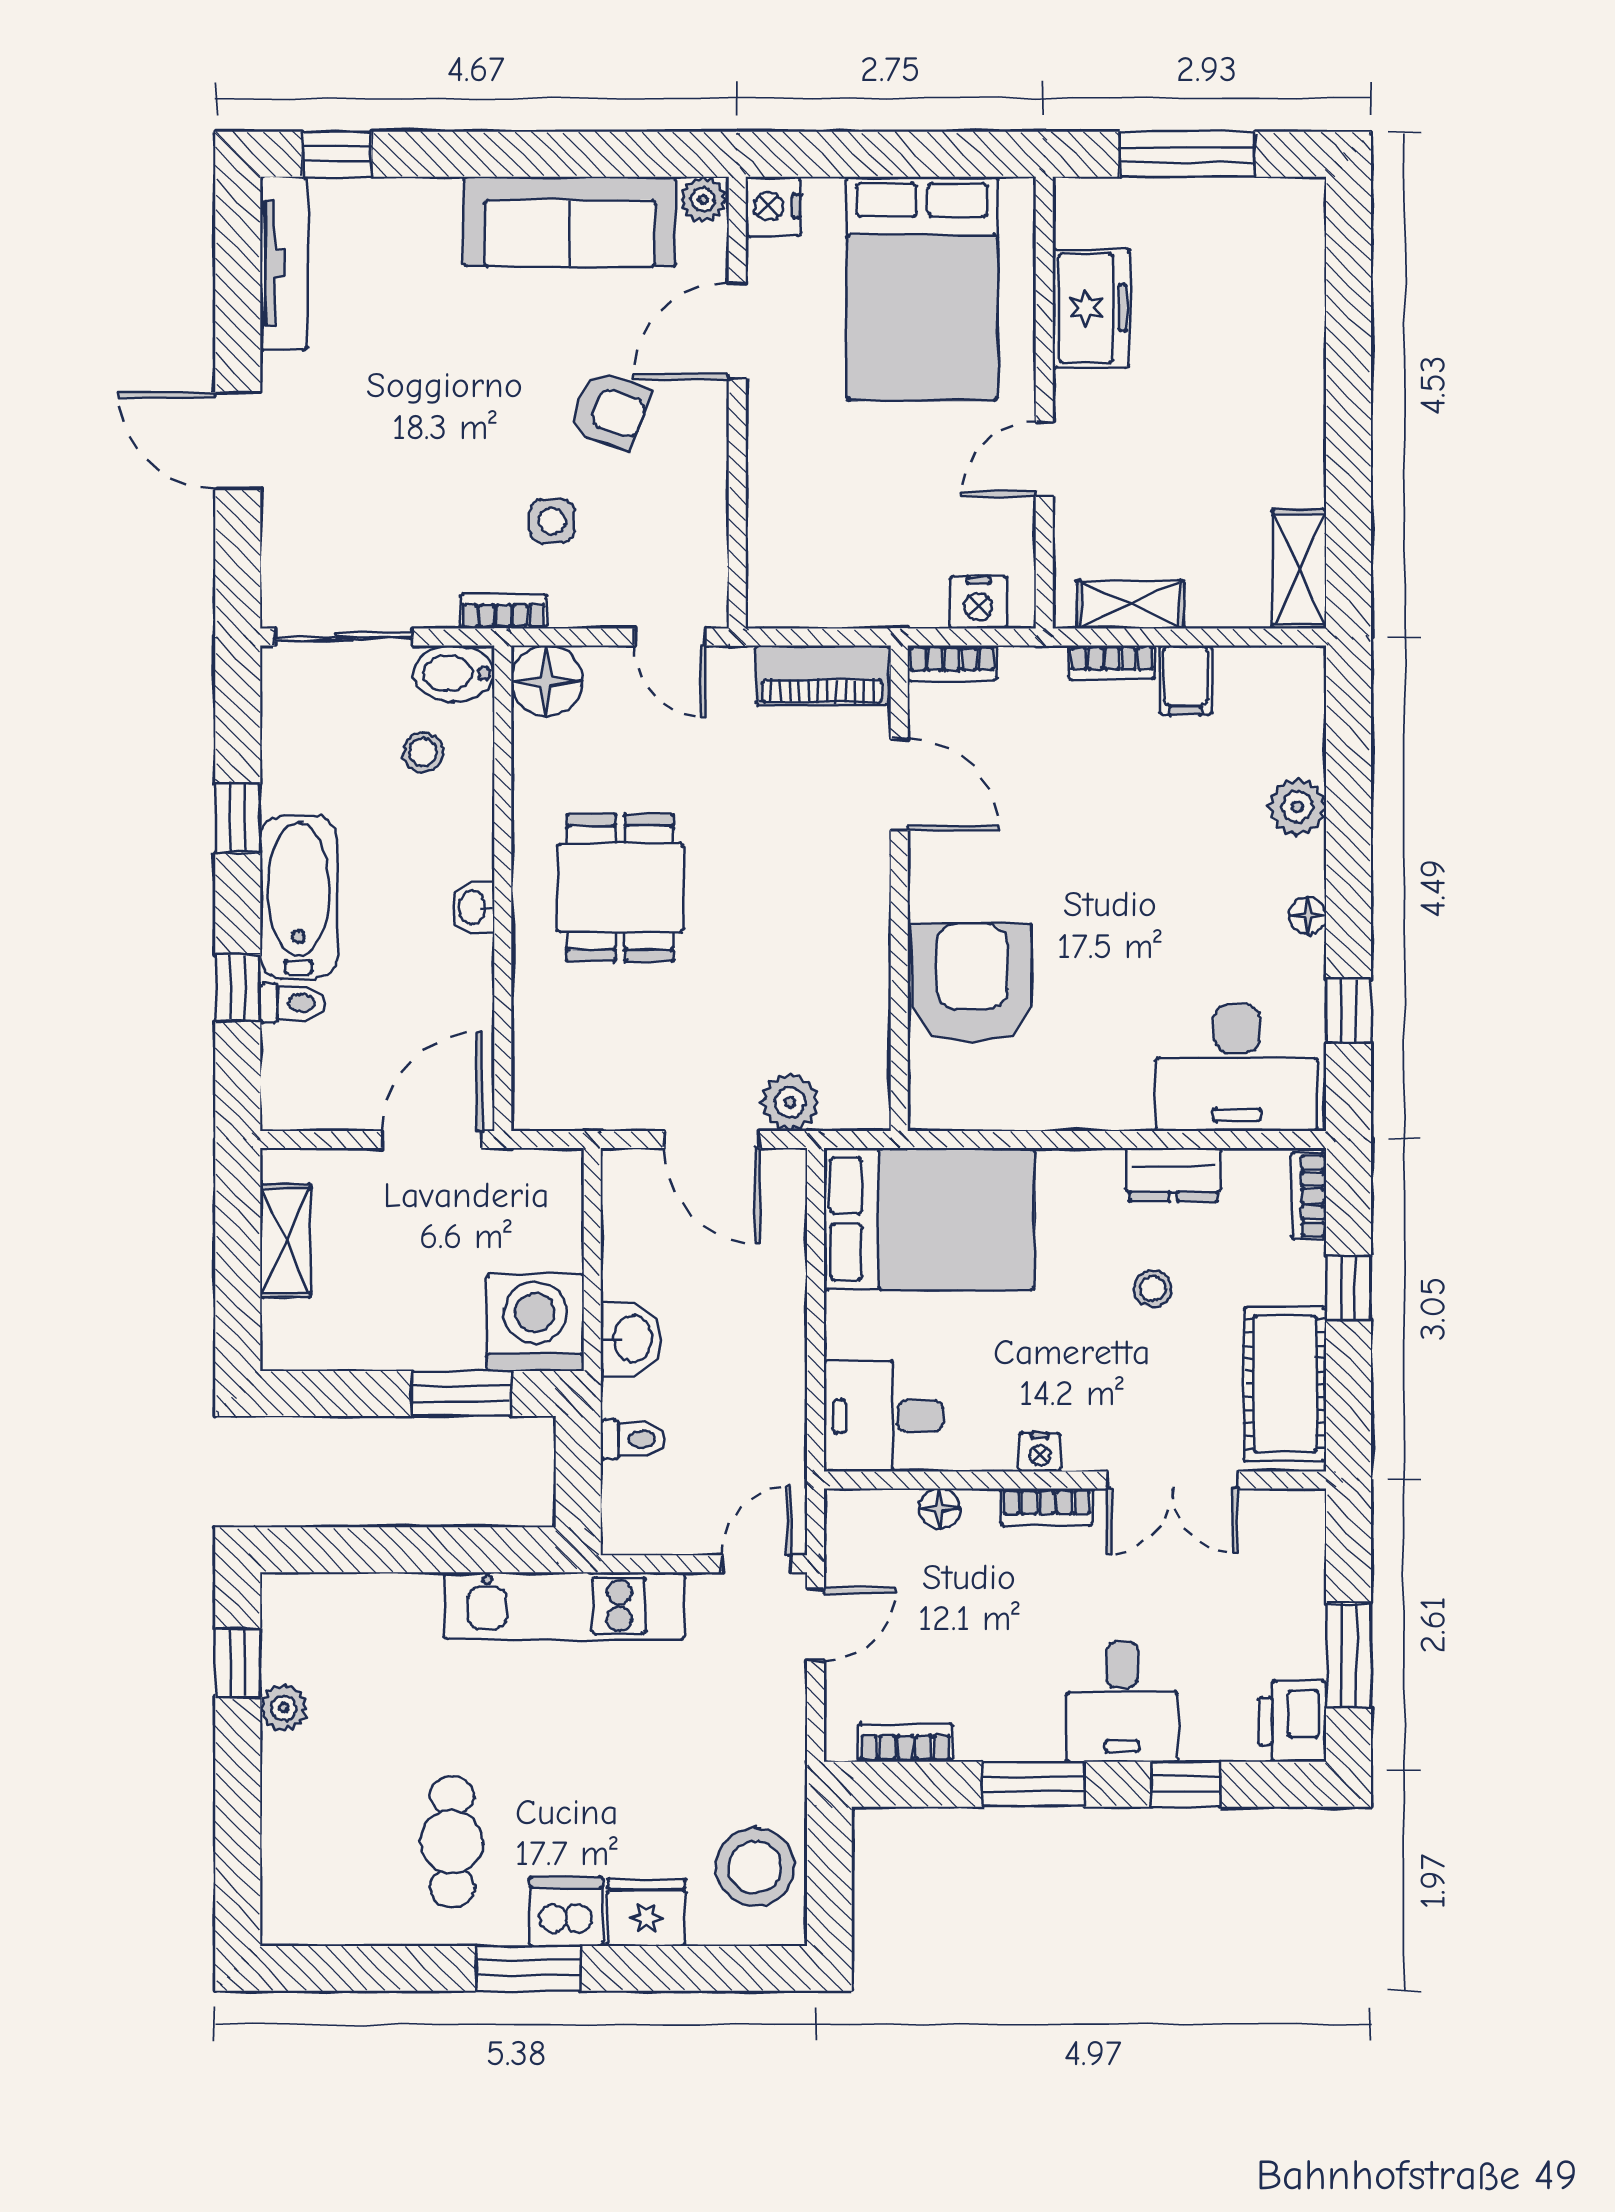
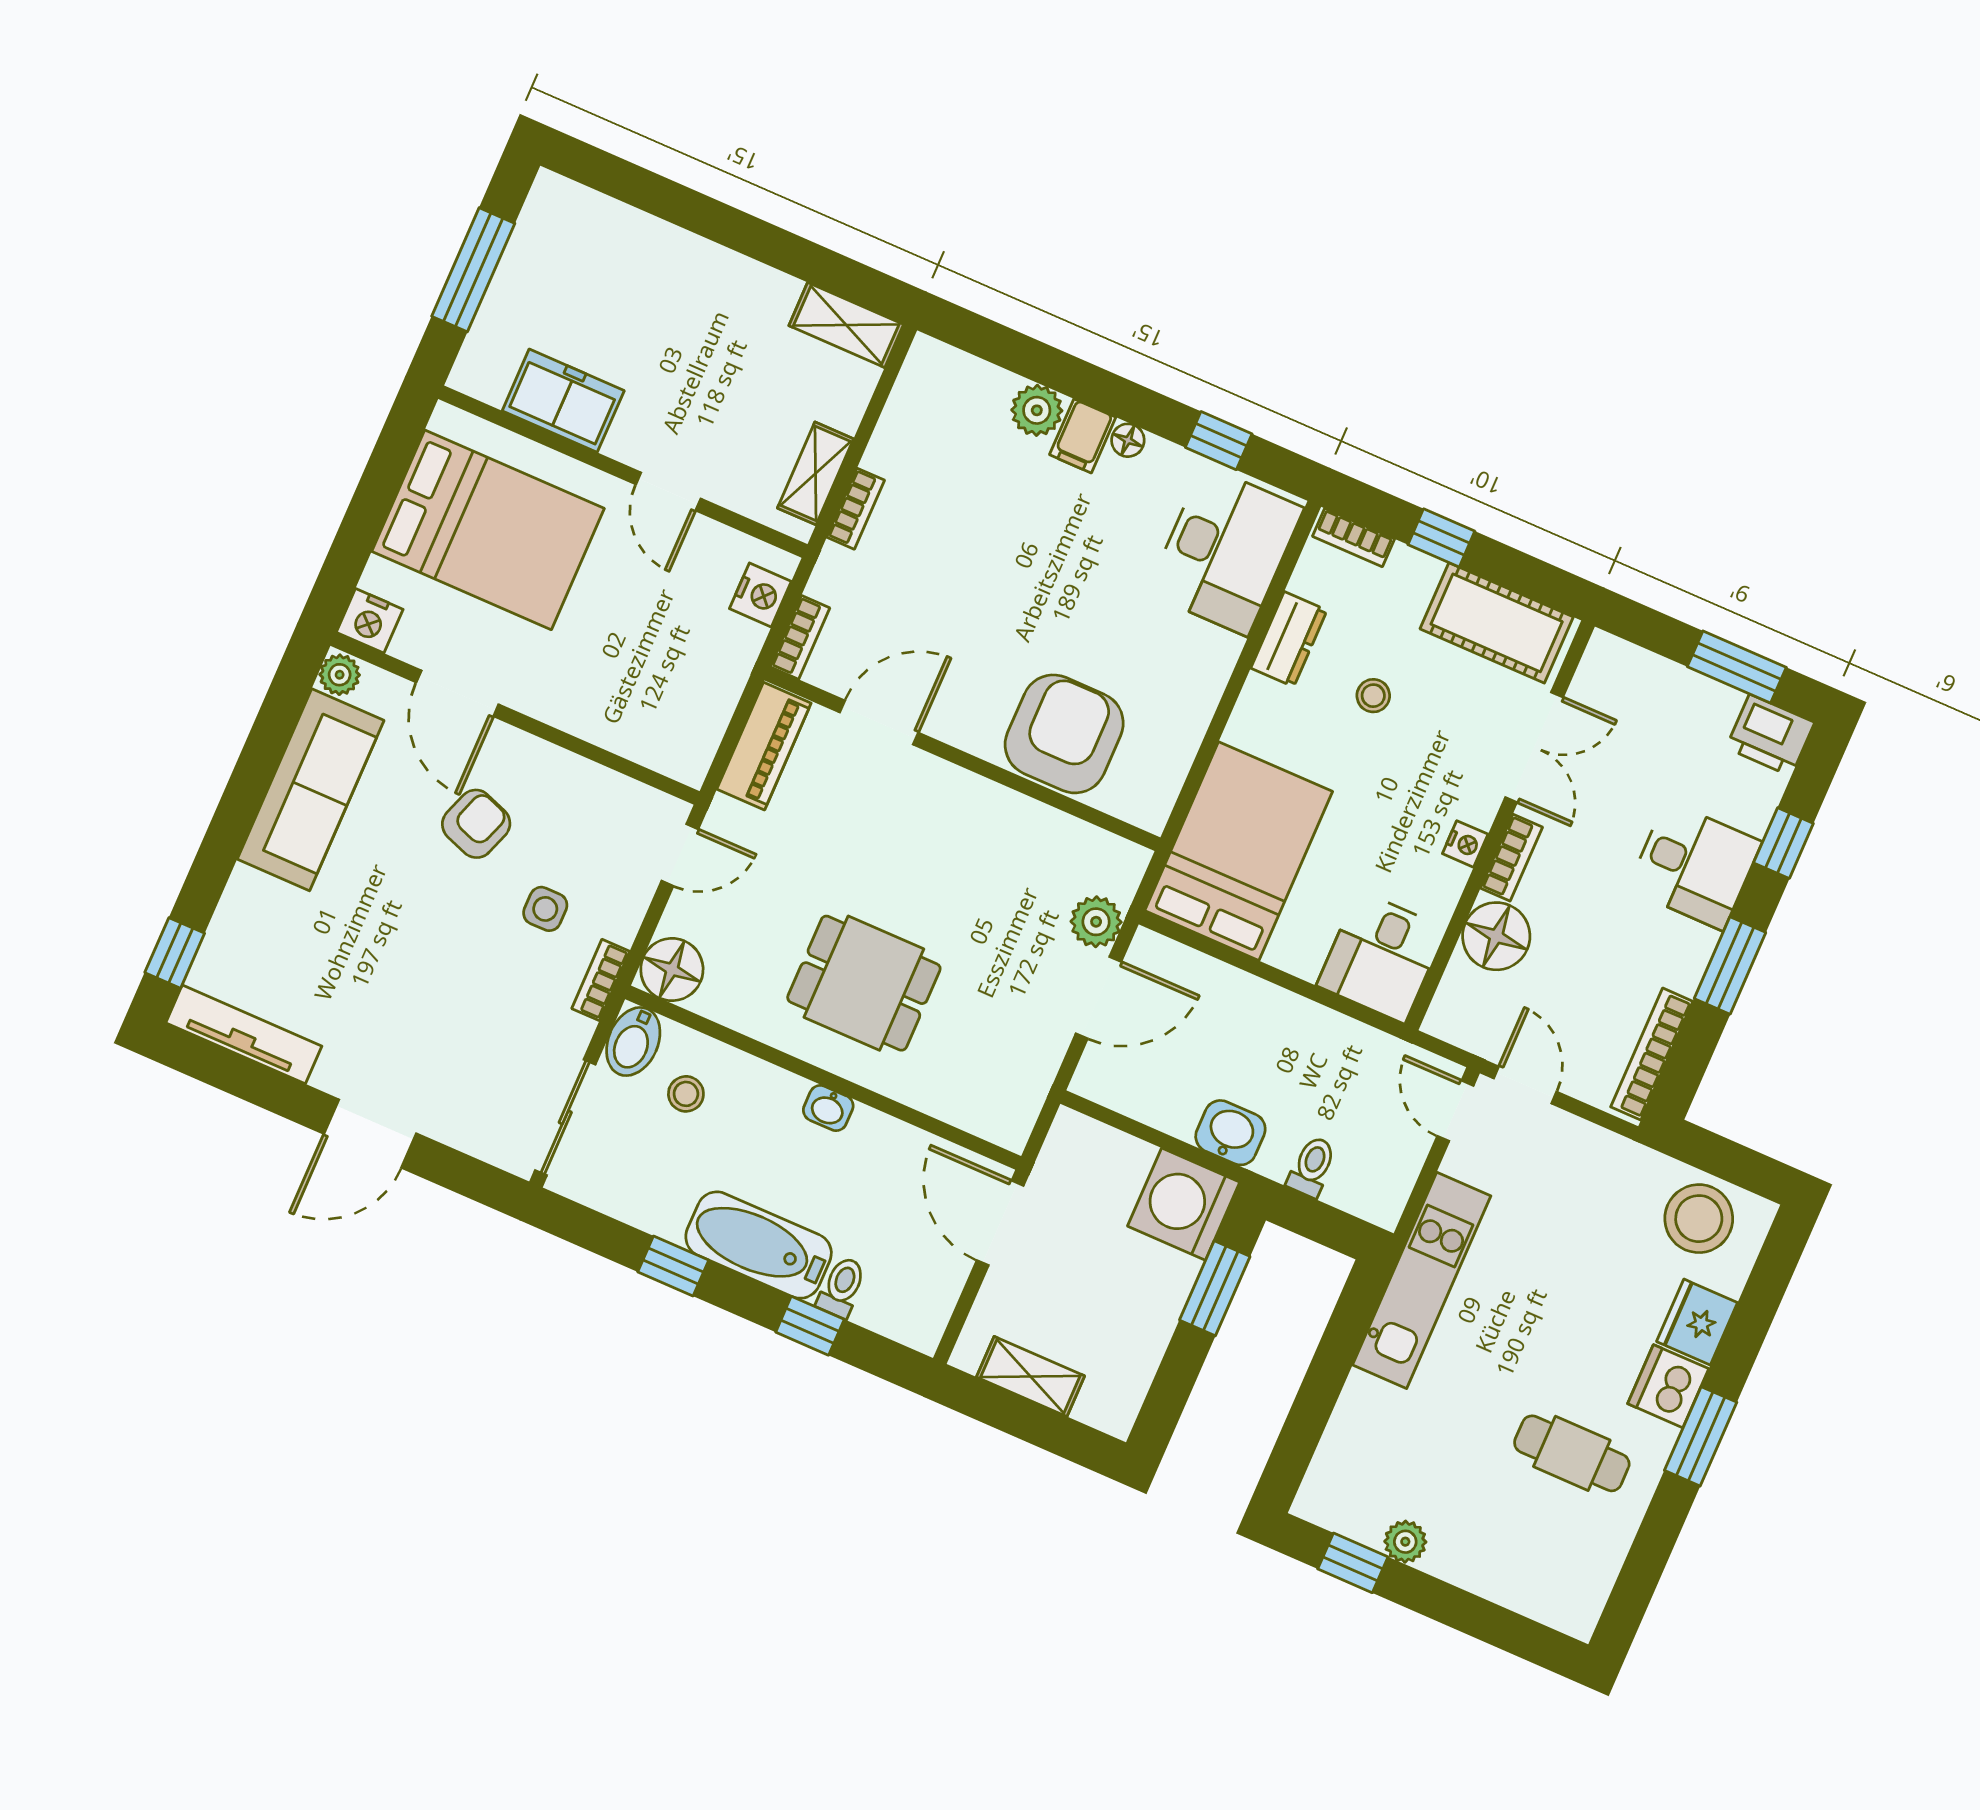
filing cabinet: (1185, 680) -> (1083, 436), moved, turned 90
armchair: (972, 983) -> (1064, 734), turned 90
floor lamp: (940, 1509) -> (1496, 936), width x1.89, depth x1.89
bookcase: (905, 1743) -> (1652, 1054), width x1.56

